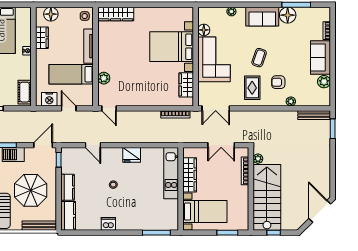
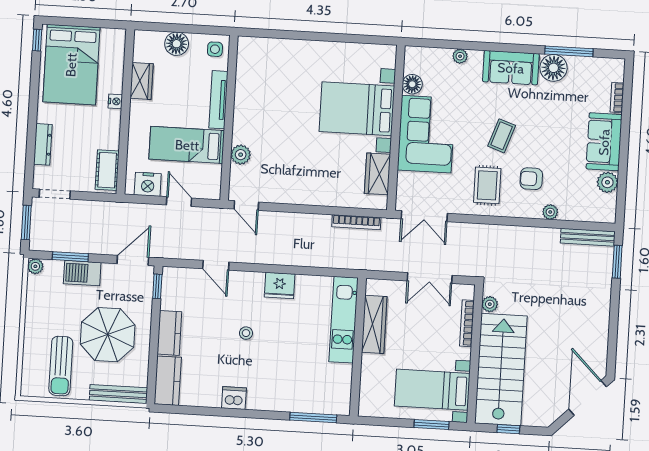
floor lamp: (51, 14) -> (177, 44), moved
wardrobe: (116, 14) -> (267, 49), removed
bed with nightstands: (205, 212) -> (432, 390), moved, turned 180

